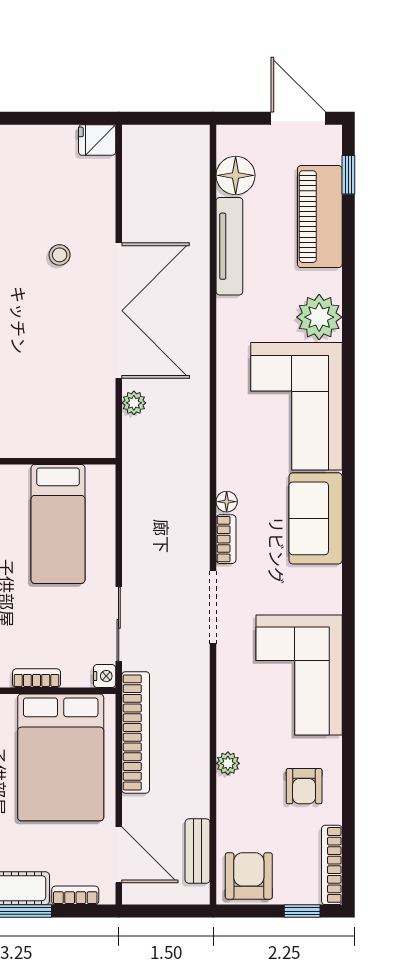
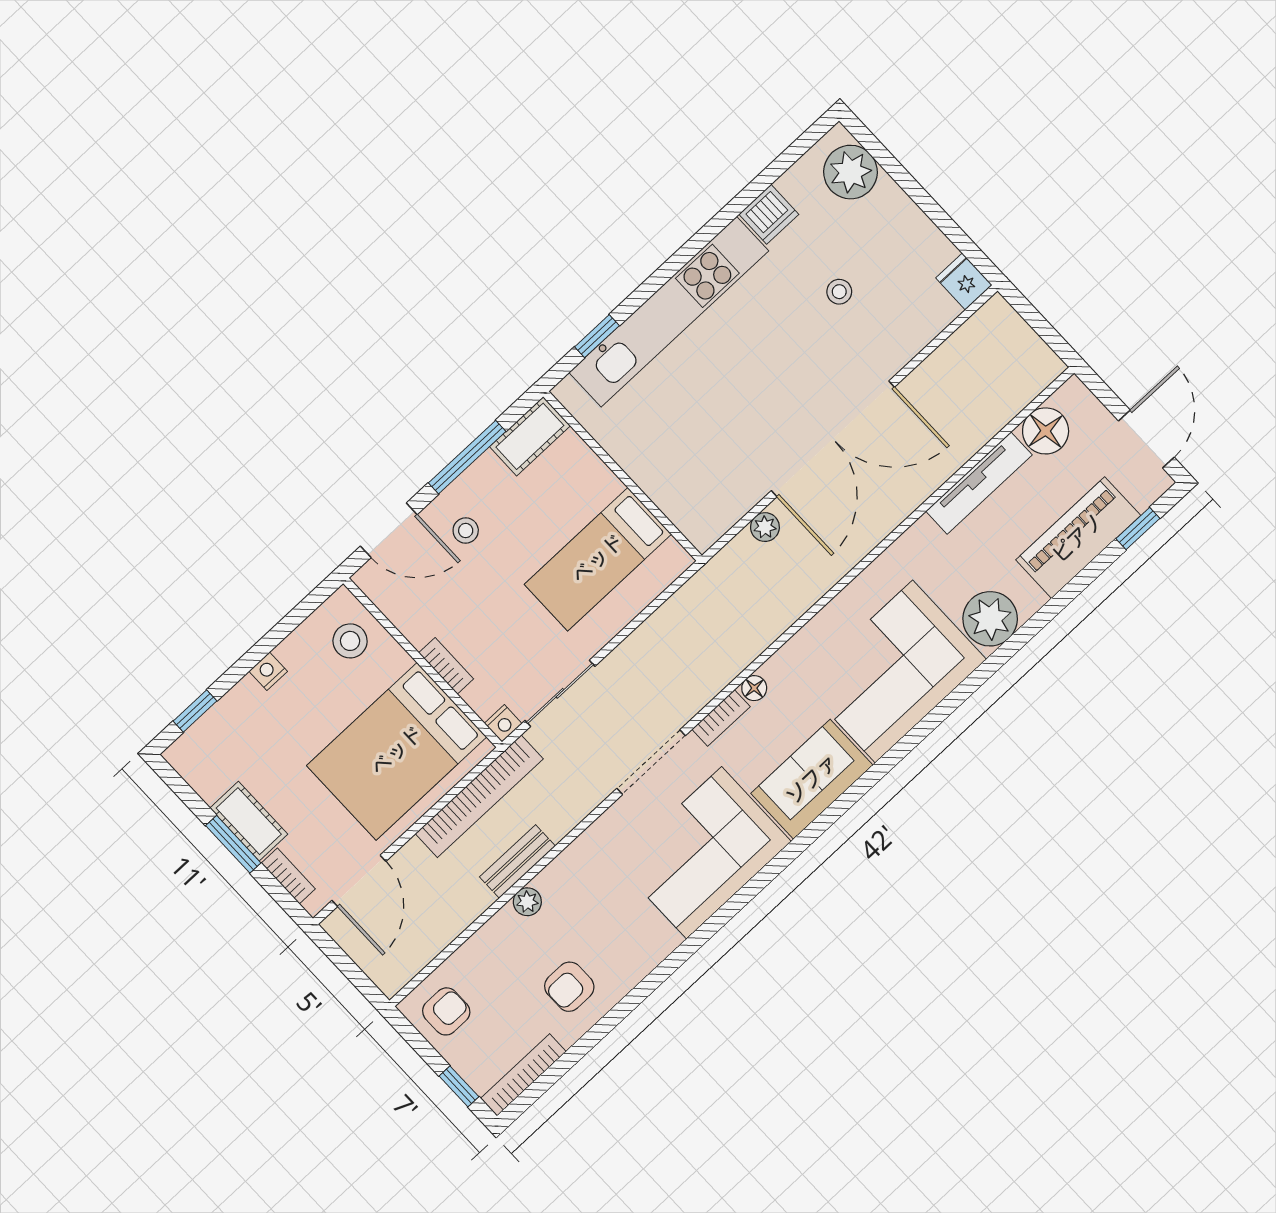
stool: (60, 255) -> (839, 292), moved
corner sofa: (299, 675) -> (704, 853), moved
bench: (198, 851) -> (517, 861), moved
armchair: (249, 876) -> (446, 1011), width x0.72, depth x0.72

